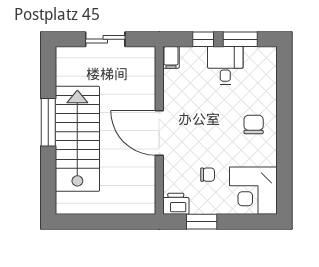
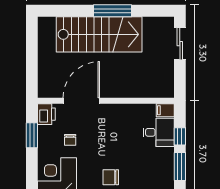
sliding door: (105, 39) -> (180, 44), moved
desk: (225, 65) -> (159, 132), moved
chair: (254, 124) -> (111, 177), turned 180
door: (159, 133) -> (81, 101), moved

